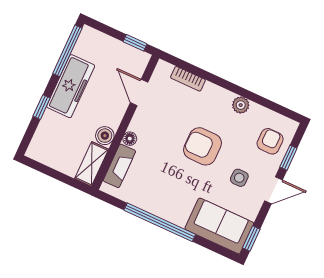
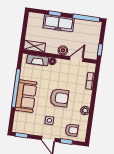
freezer: (71, 86) -> (59, 23), moved
boiler: (105, 136) -> (63, 50), moved
armchair: (203, 146) -> (59, 98), turned 90
sofa: (219, 226) -> (26, 96), moved

